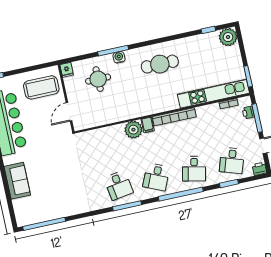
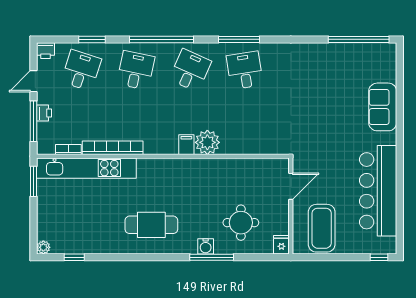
plant: (228, 37) -> (43, 247), width x0.53, depth x0.53
coffee table: (41, 87) -> (322, 228), turned 90
printer: (248, 113) -> (44, 113), moved
bookcase: (174, 117) -> (113, 148), moved

